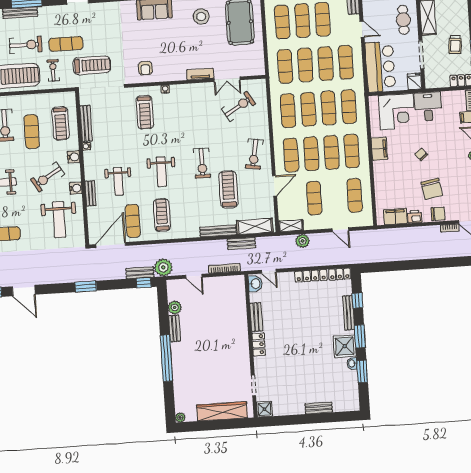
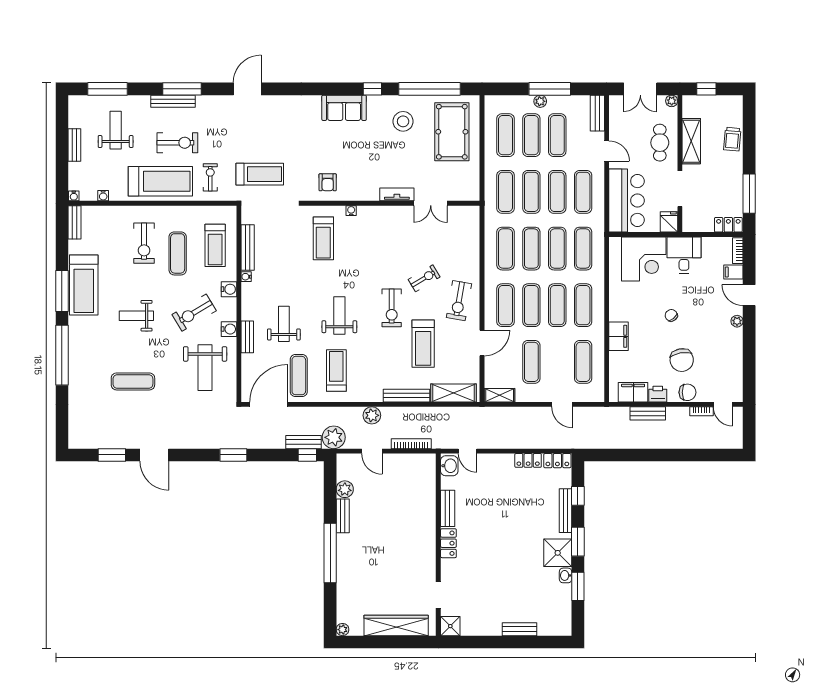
exercise mat: (66, 44) -> (229, 145), removed
trolley: (455, 45) -> (732, 139), moved
exercise bike: (238, 106) -> (424, 278), moved, width x0.73, depth x0.72
filing cabinet: (379, 149) -> (619, 336), moved
weight bench: (161, 172) -> (339, 315), turned 180
weight bench: (118, 181) -> (284, 324), turned 180
treadmill: (228, 189) -> (423, 344), turned 180
plant: (303, 241) -> (372, 415), moved
bench: (241, 243) -> (648, 413), moved
locker: (311, 276) -> (528, 460), width x0.66

